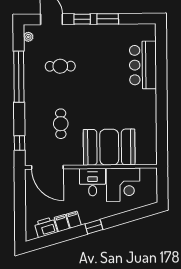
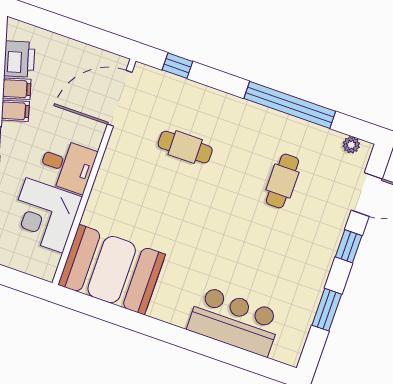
window: (108, 19) -> (327, 310), moved
booth: (109, 147) -> (112, 270), moved, turned 90

